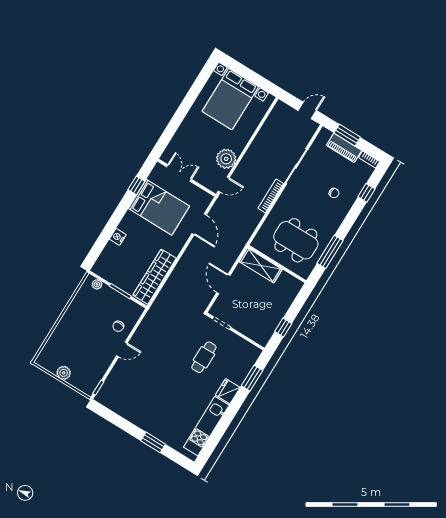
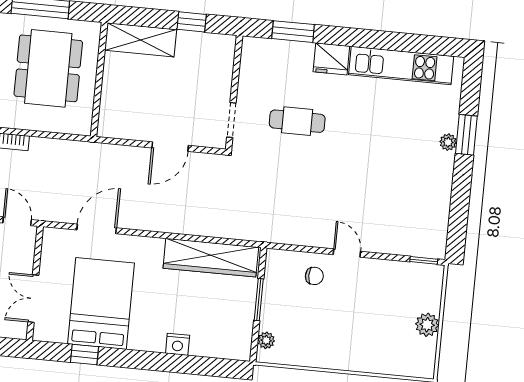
shelving: (261, 265) -> (141, 40), moved, turned 90
plant: (154, 431) -> (448, 142), added

